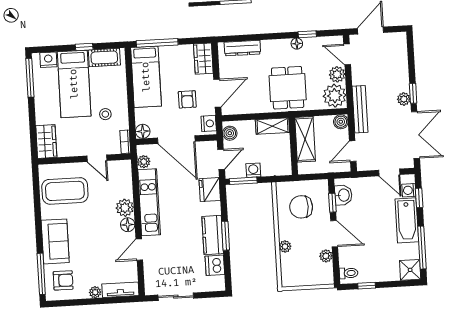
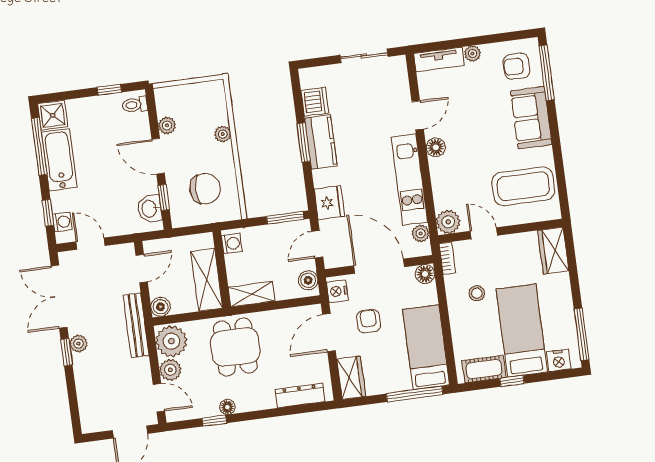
washing machine: (253, 170) -> (232, 243), moved, turned -90
plant: (125, 208) -> (448, 222), moved
bathtub: (407, 220) -> (59, 160), moved

